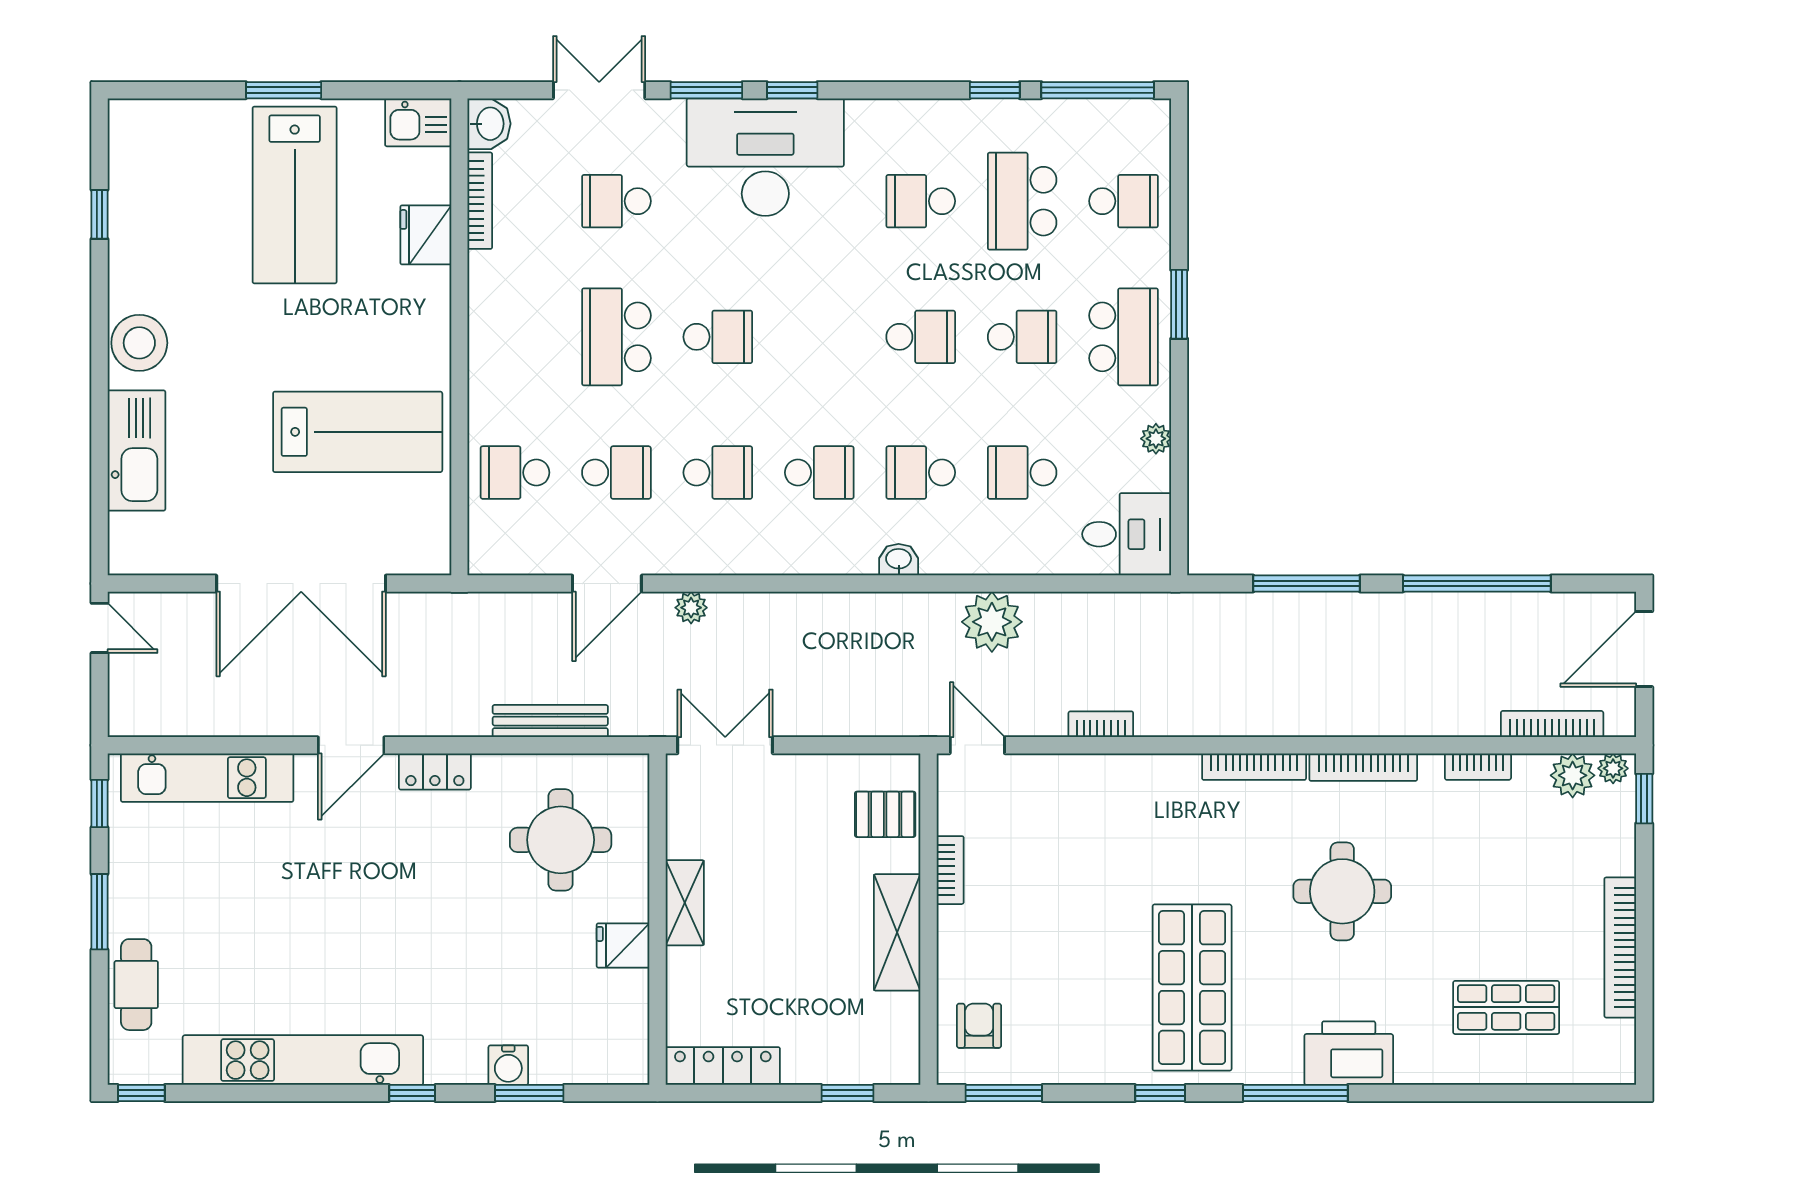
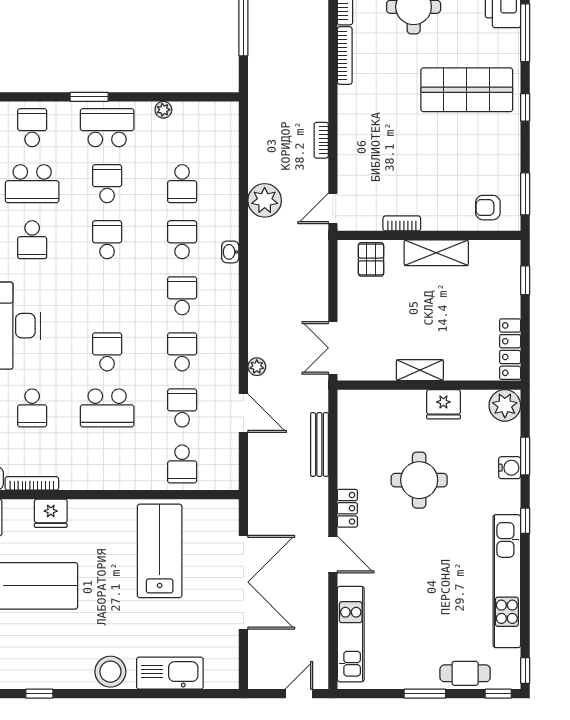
school desk: (921, 473) -> (182, 240), turned 180
desk: (1127, 534) -> (216, 126), removed
door: (99, 628) -> (299, 694), moved
window: (99, 803) -> (498, 694), moved
round table: (561, 840) -> (419, 480), moved
fridge: (623, 945) -> (443, 404), width x1.38
plant: (621, 1056) -> (505, 405), added

